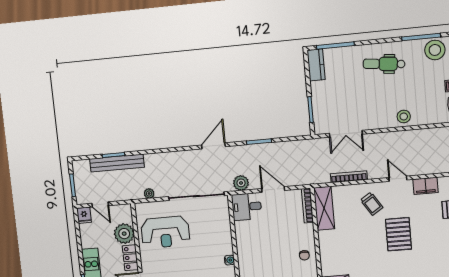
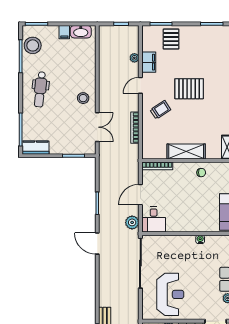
stool: (404, 116) -> (83, 98), moved
plant: (149, 193) -> (134, 58), moved
shelving: (324, 208) -> (186, 151), moved

